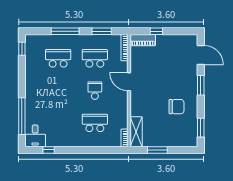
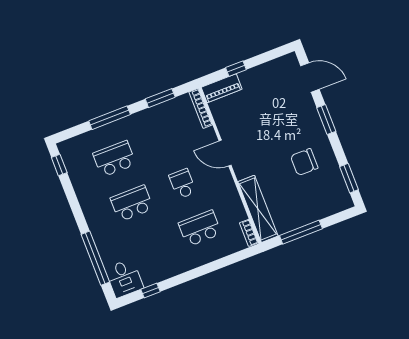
school desk: (95, 58) -> (132, 203), moved
chair: (177, 107) -> (304, 162), turned 180
shelving: (136, 132) -> (258, 209), width x1.47
window: (157, 150) -> (301, 232), width x1.44

